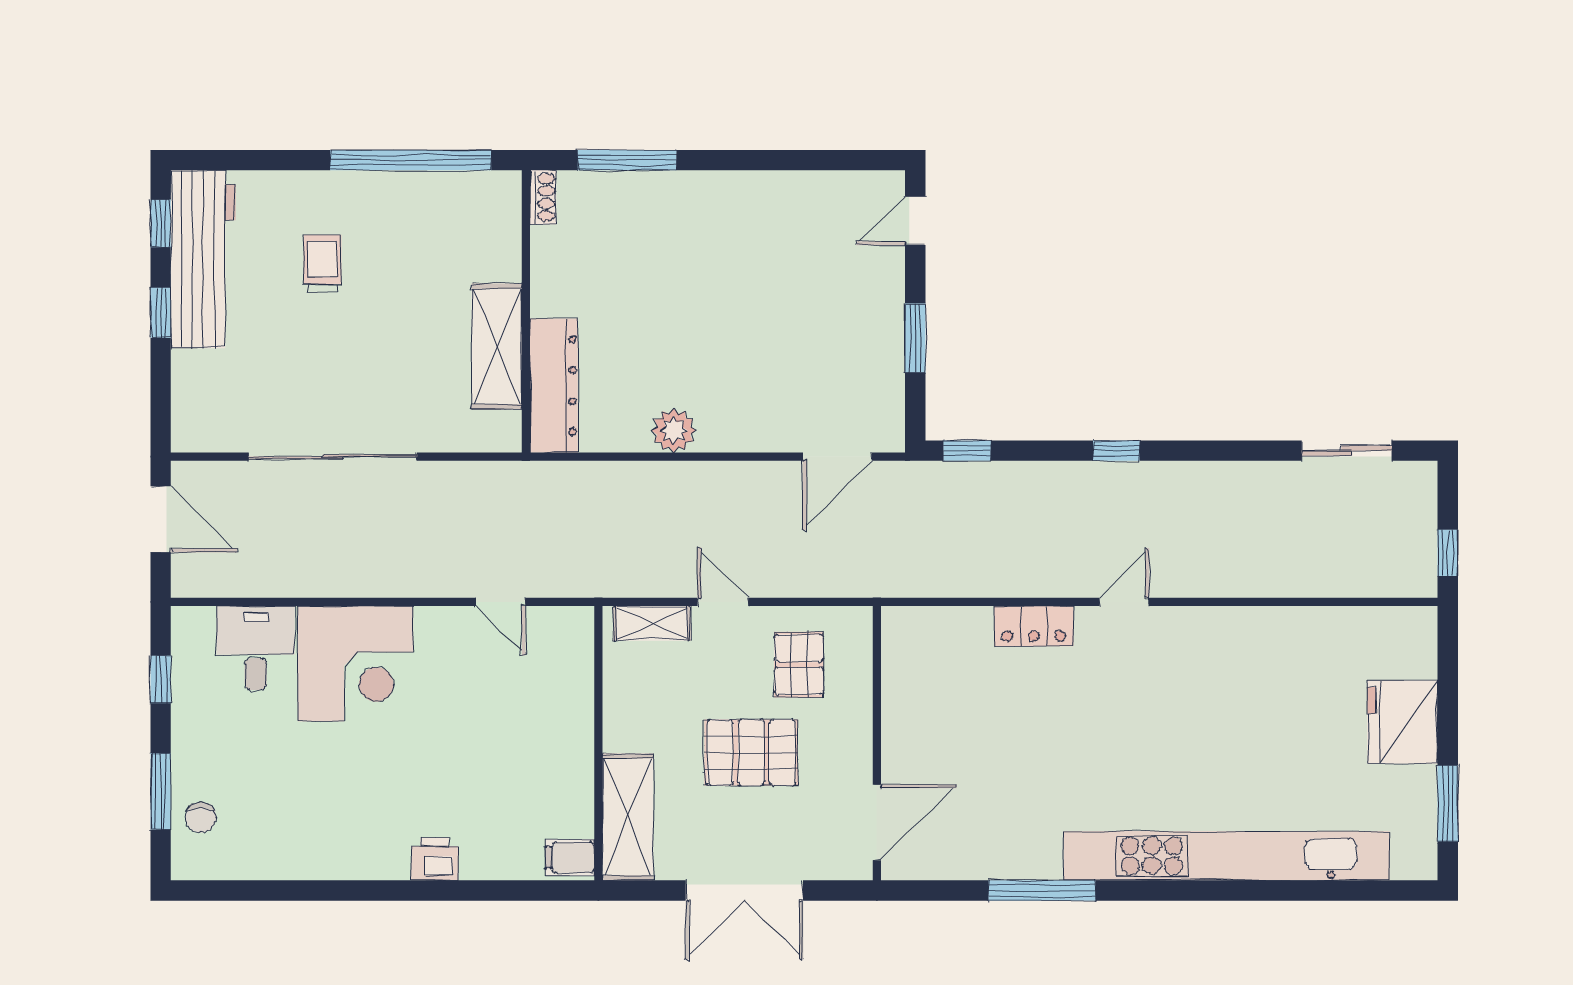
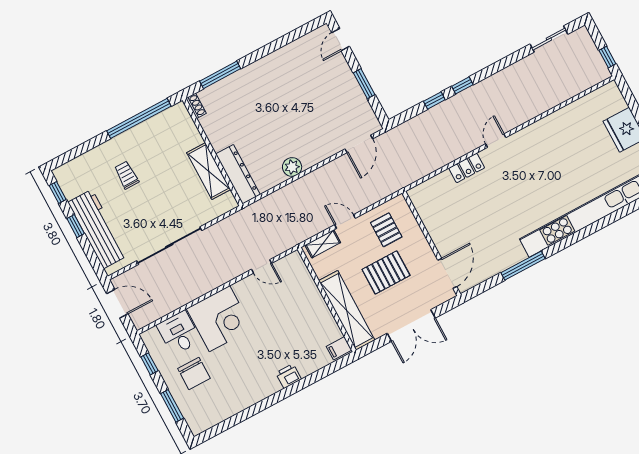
workbench: (203, 259) -> (98, 229), moved
window: (967, 451) -> (434, 101), moved
chair: (201, 817) -> (194, 373), moved, width x1.87, depth x1.87
shelving: (628, 817) -> (347, 310), width x1.47

